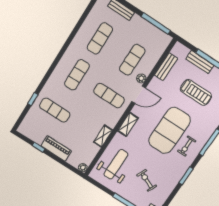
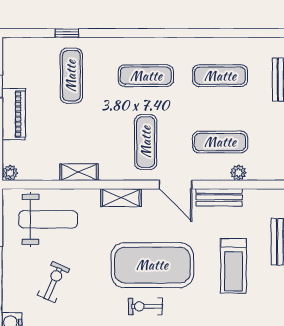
bench: (166, 67) -> (219, 197), moved
plant: (141, 78) -> (238, 173), moved

